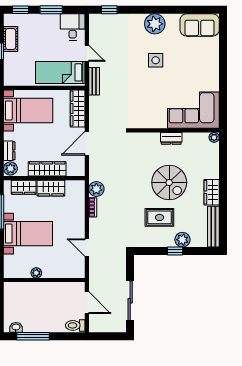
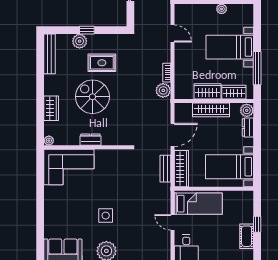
bench: (94, 81) -> (165, 169), moved
wardrobe: (212, 192) -> (51, 108), moved

